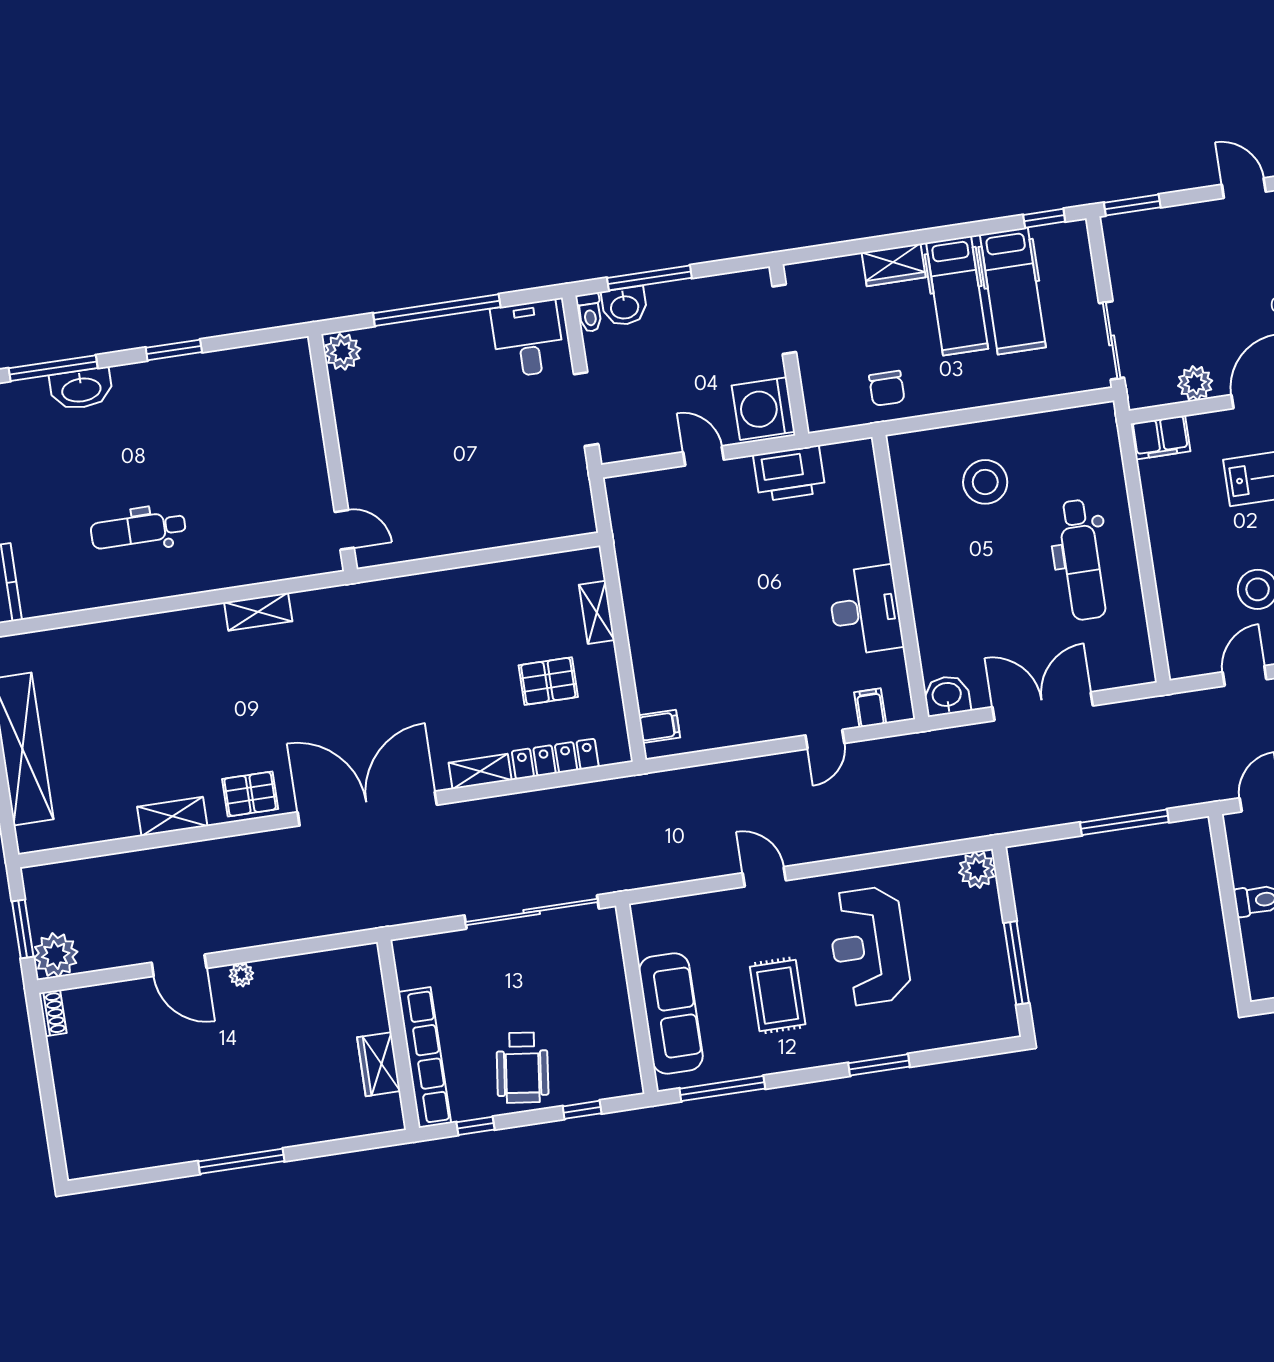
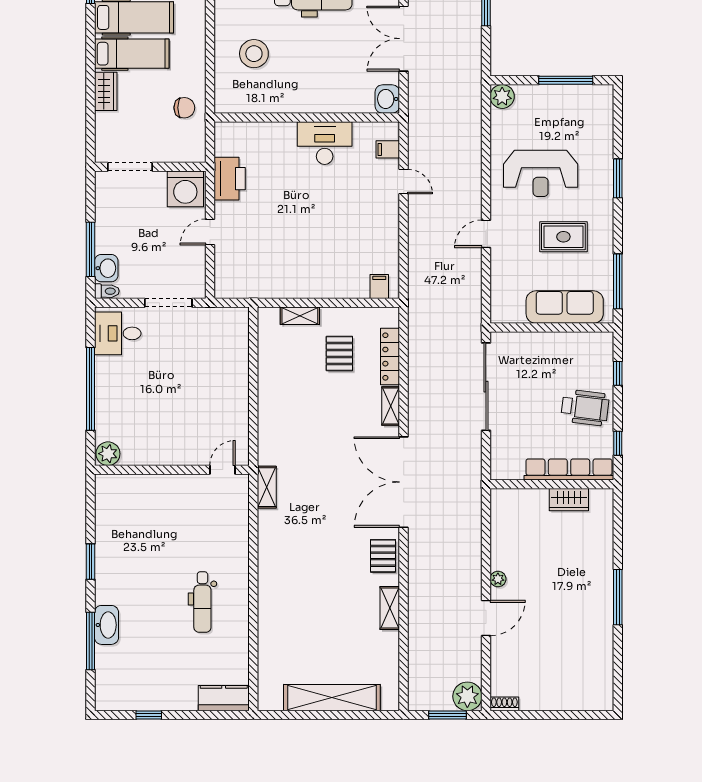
shelving: (258, 612) -> (267, 487), moved

